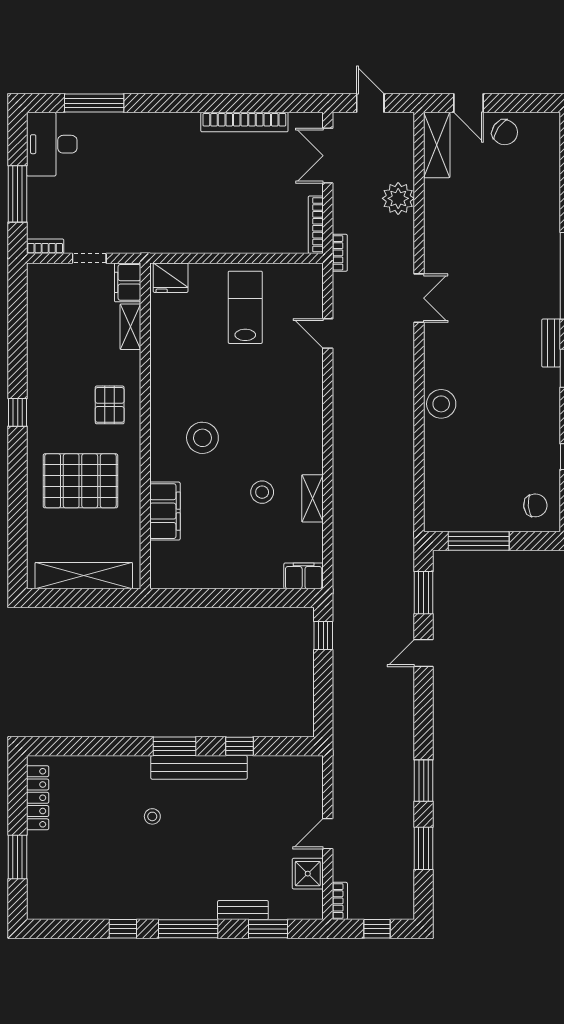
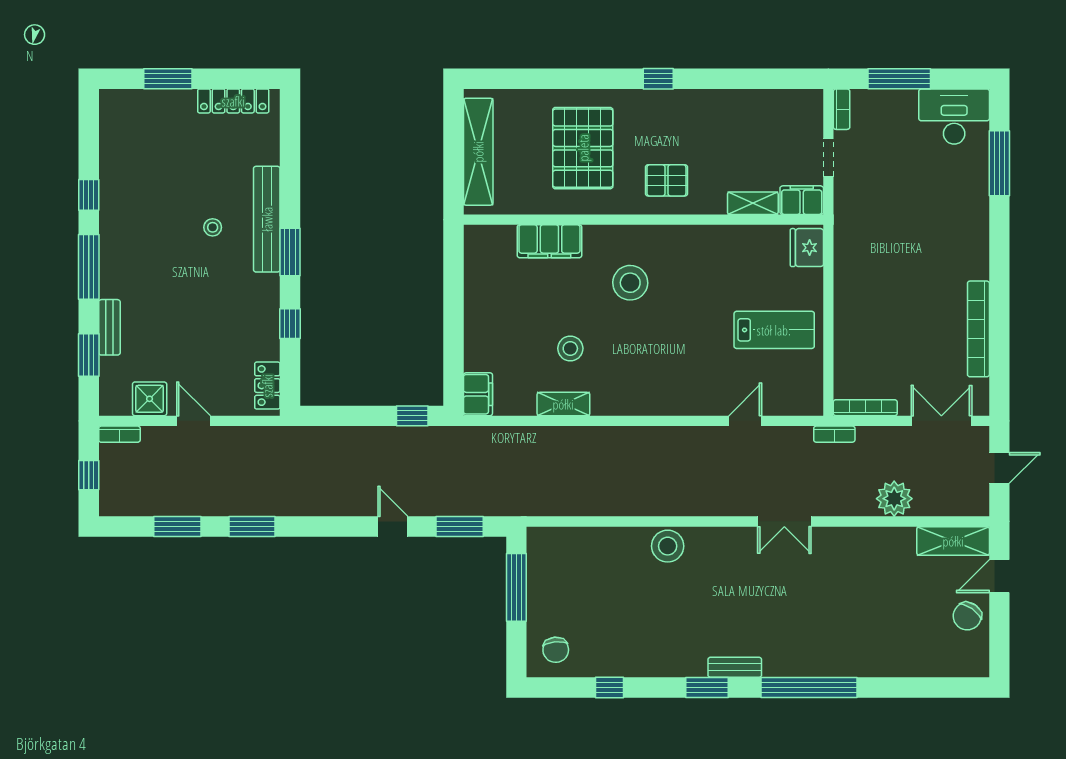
bench: (199, 767) -> (267, 219), moved
locker: (296, 767) -> (267, 386), added

